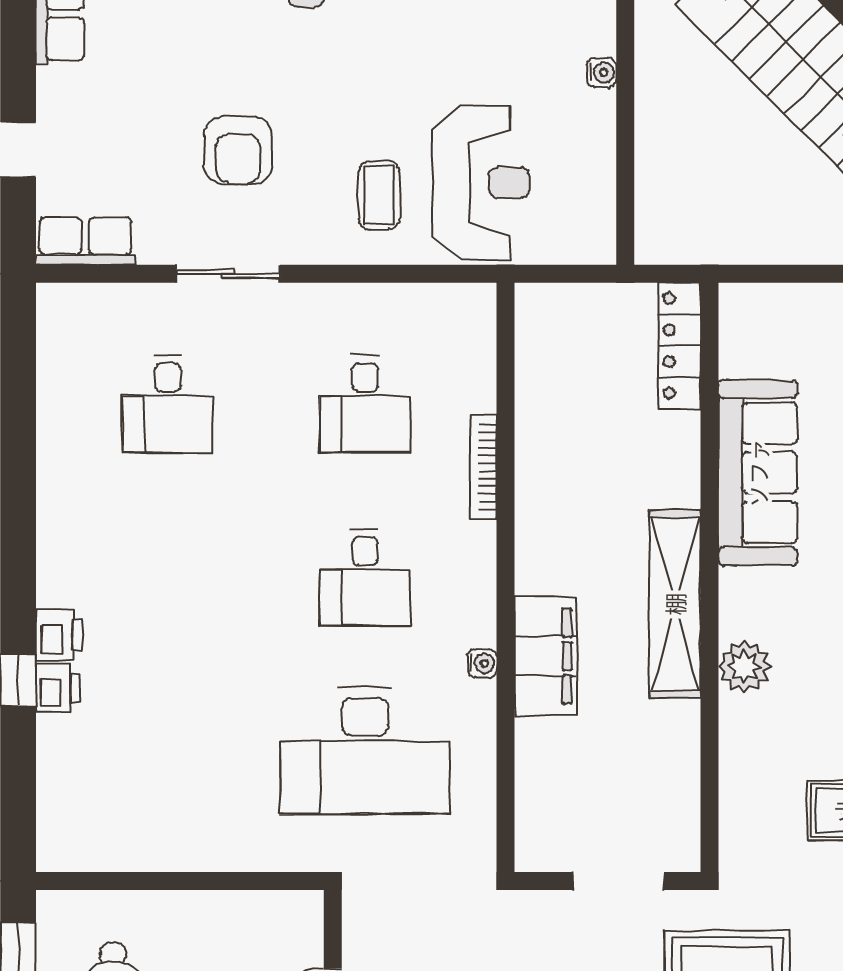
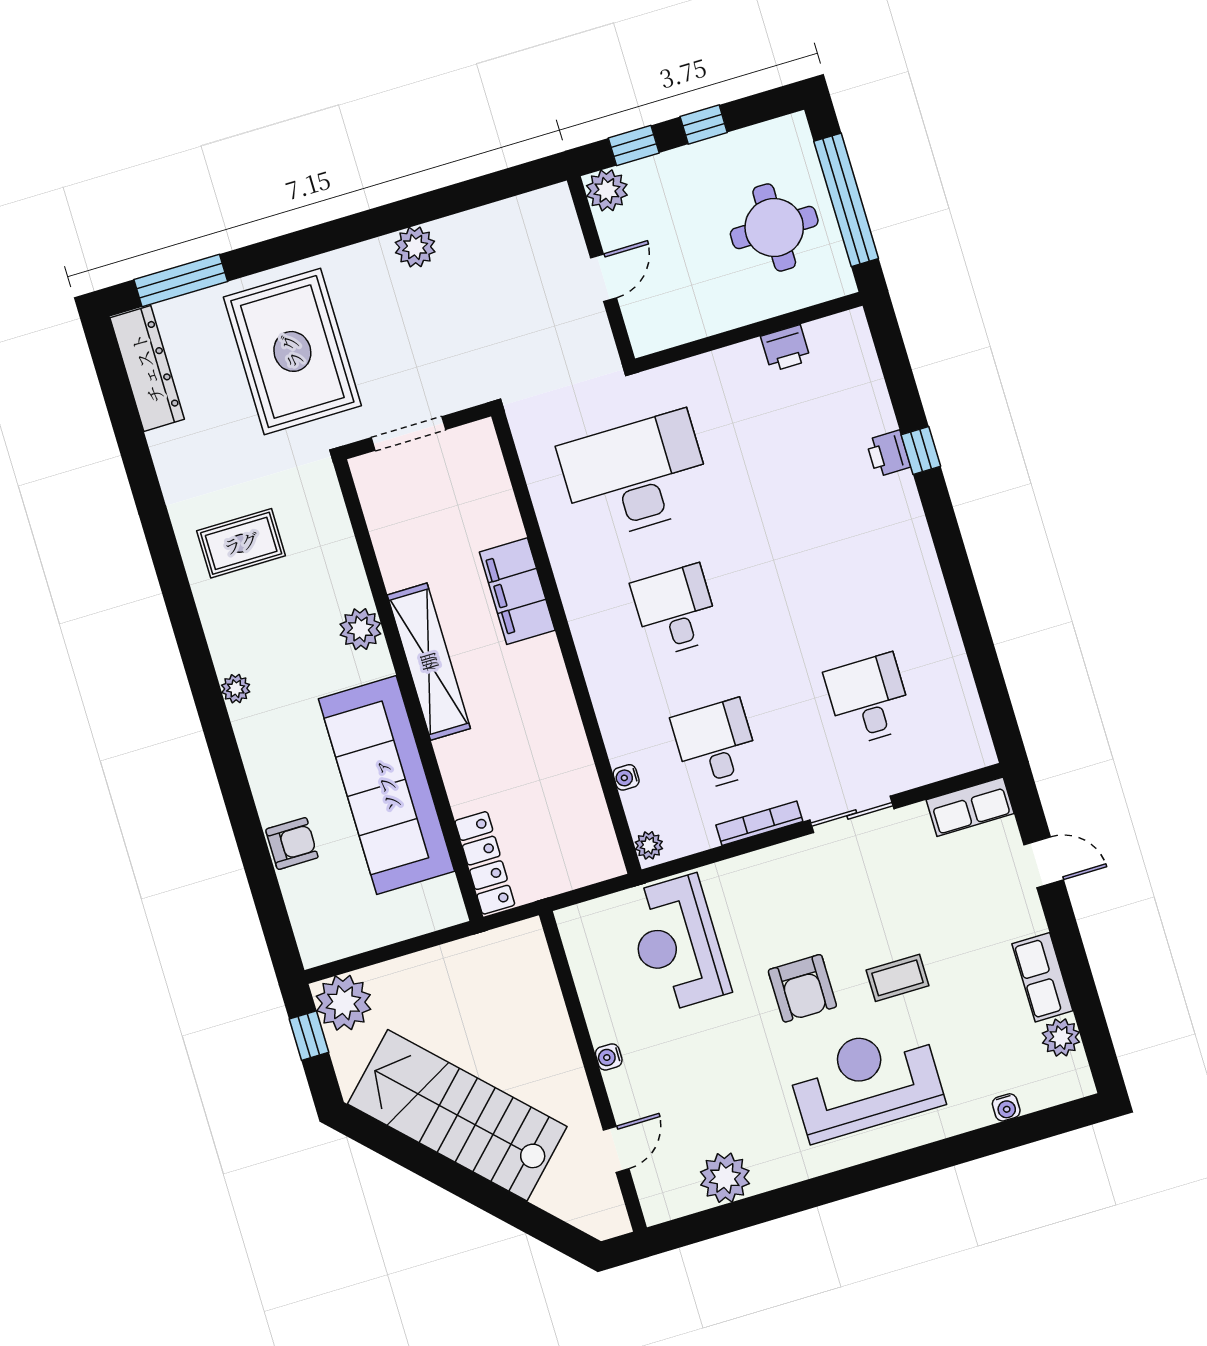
armchair: (238, 151) -> (802, 988), moved, turned 180
coffee table: (379, 195) -> (898, 978), moved, turned 90
plant: (479, 309) -> (649, 845), added
bookcase: (483, 467) -> (759, 823), moved, turned -90
sofa: (758, 473) -> (387, 785), width x1.36, depth x1.27
printer: (59, 635) -> (786, 348), moved, turned -90
water cooler: (482, 663) -> (626, 777), moved

